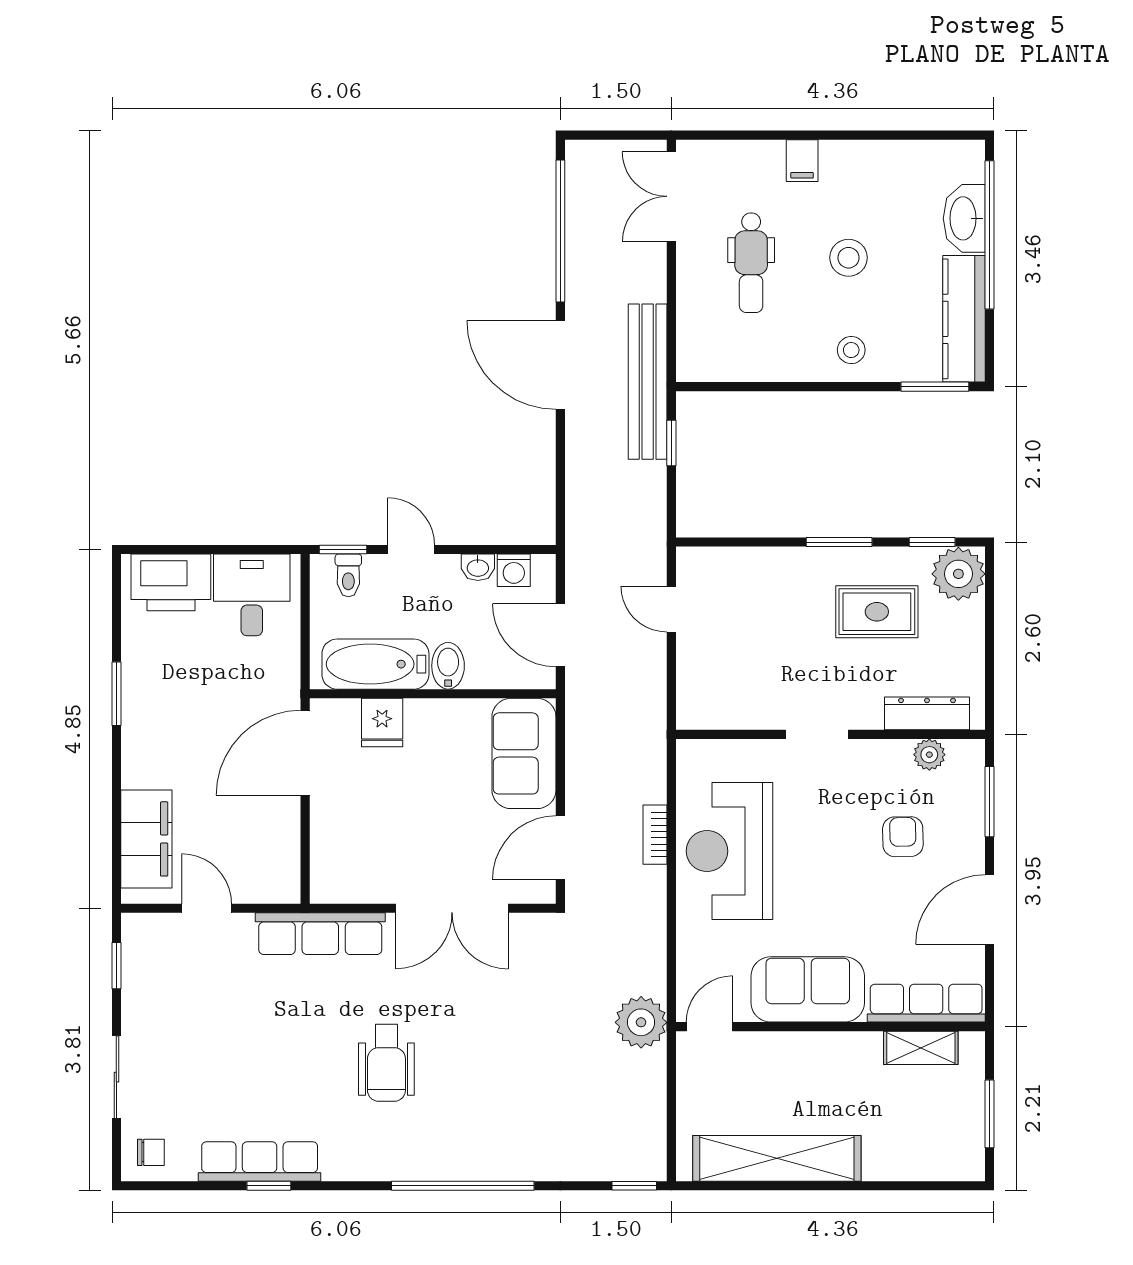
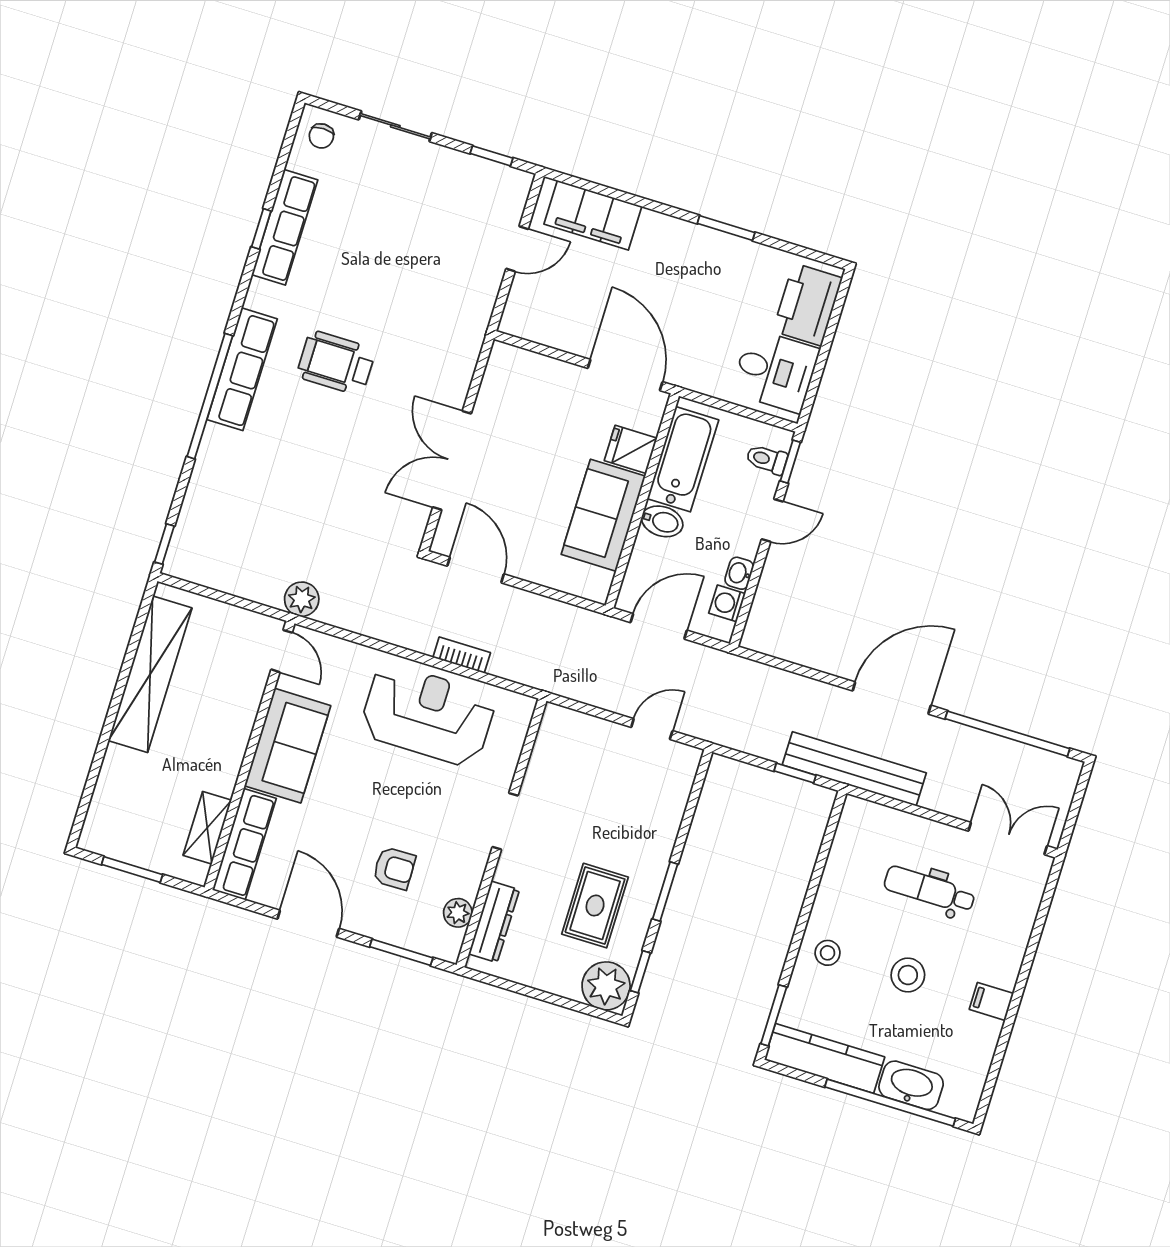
filing cabinet: (802, 161) -> (991, 1001), moved
sofa: (524, 753) -> (603, 515), moved, turned -90
row of seats: (320, 934) -> (242, 369), moved, turned 180
plant: (641, 1022) -> (302, 599), width x0.73, depth x0.73

